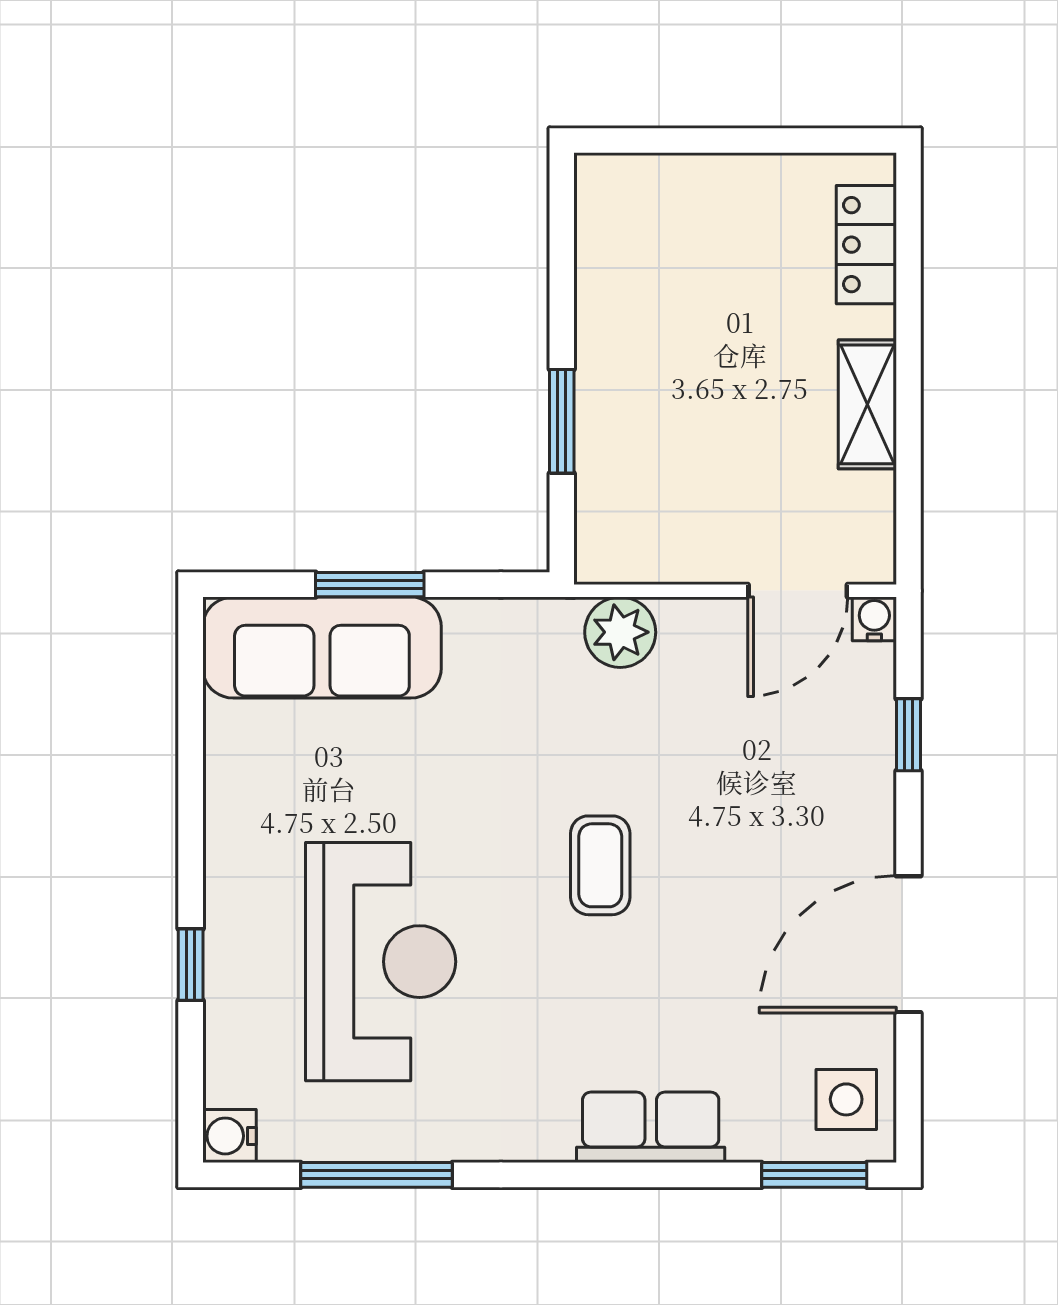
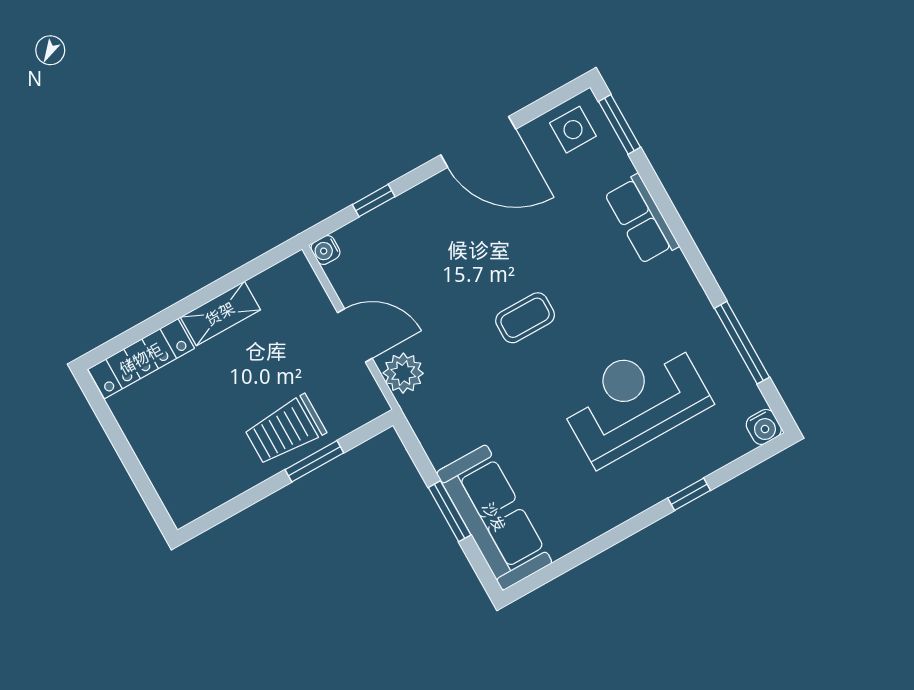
locker: (866, 245) -> (141, 359), width x1.53
trolley: (634, 404) -> (285, 430), added
door: (798, 591) -> (355, 335), moved

